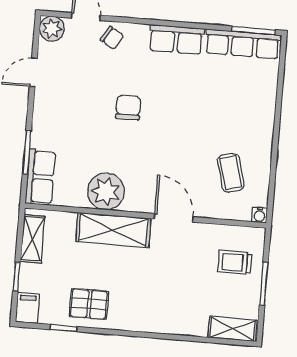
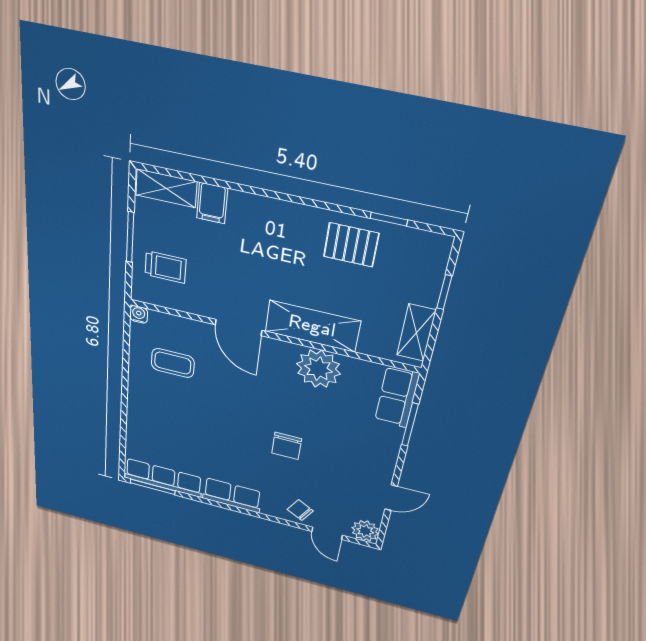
coffee table: (231, 173) -> (173, 363), turned -75
filing cabinet: (27, 308) -> (212, 203), moved

